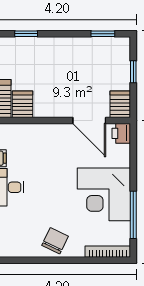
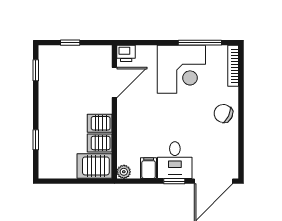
server rack: (120, 104) -> (100, 123), moved

